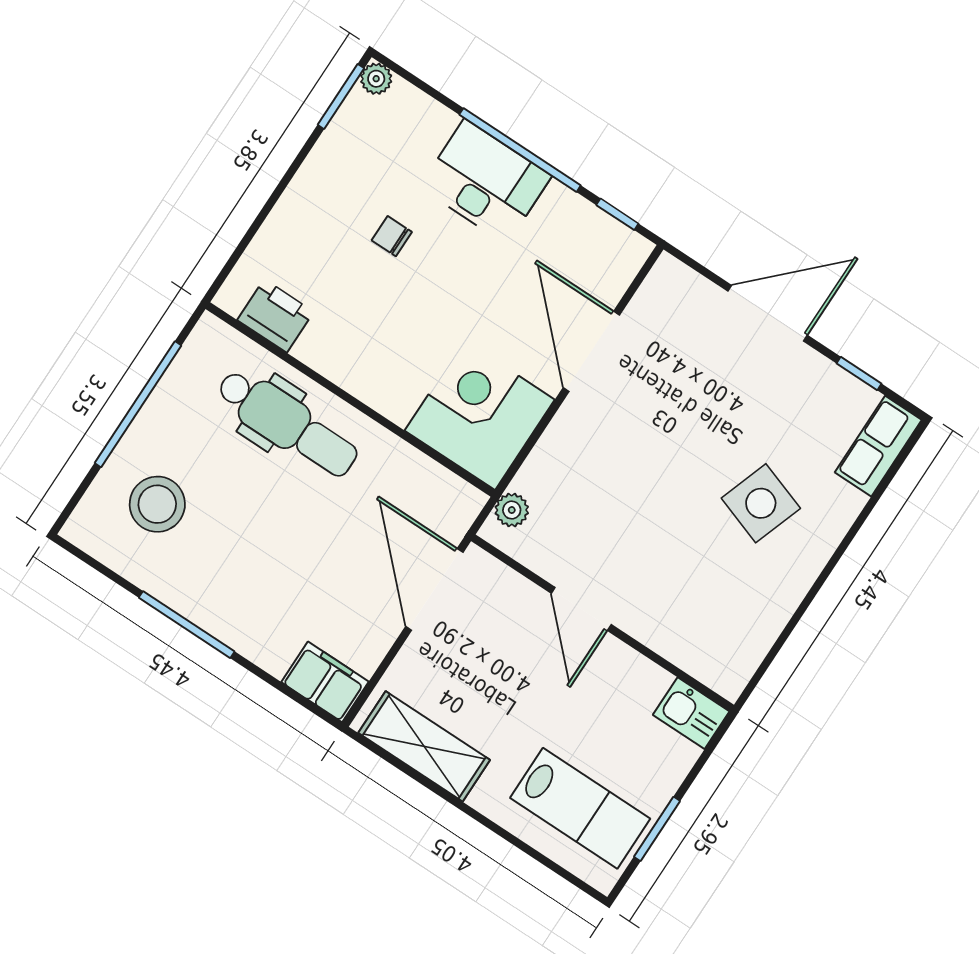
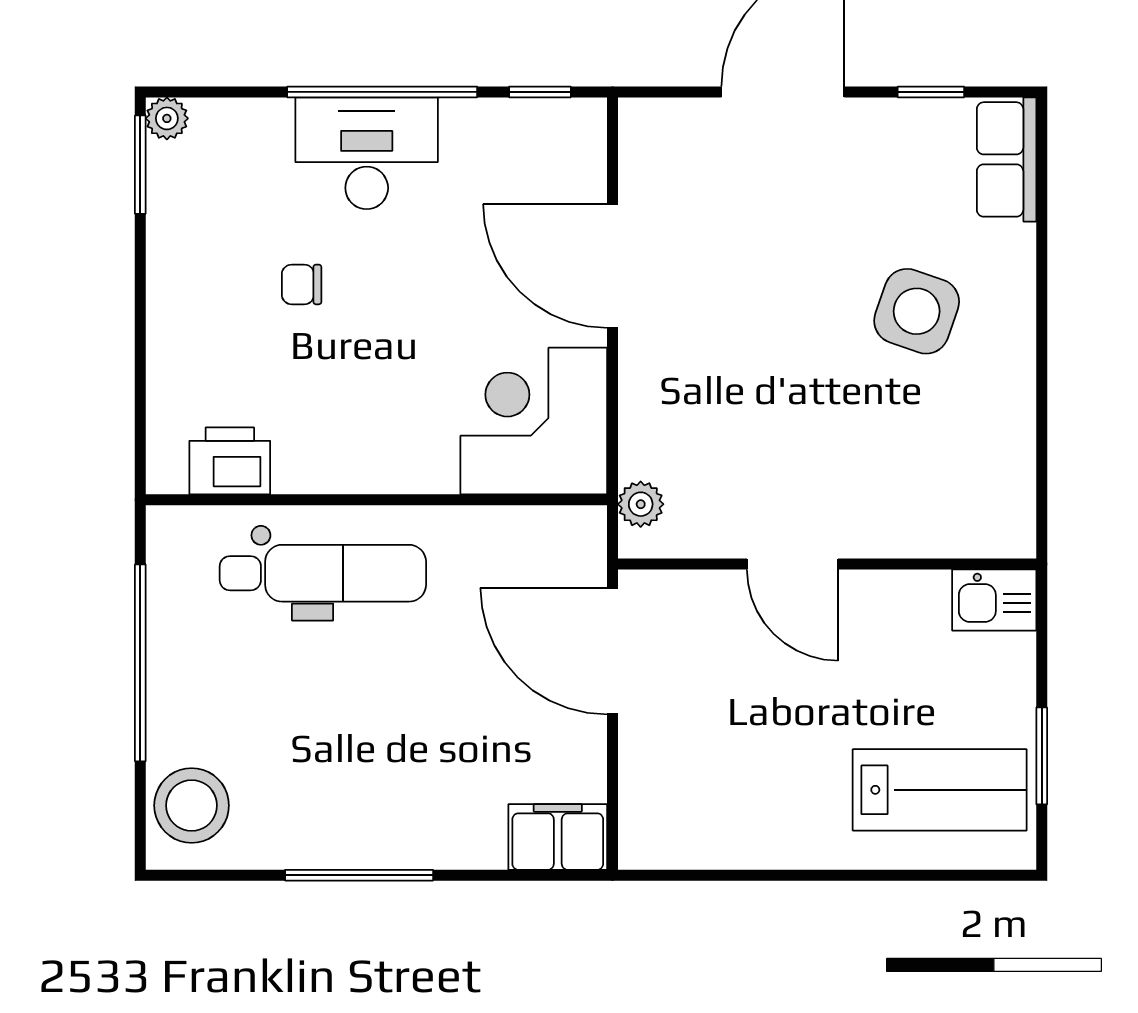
stool: (157, 504) -> (192, 805), moved
shelving: (424, 746) -> (718, 836), removed

